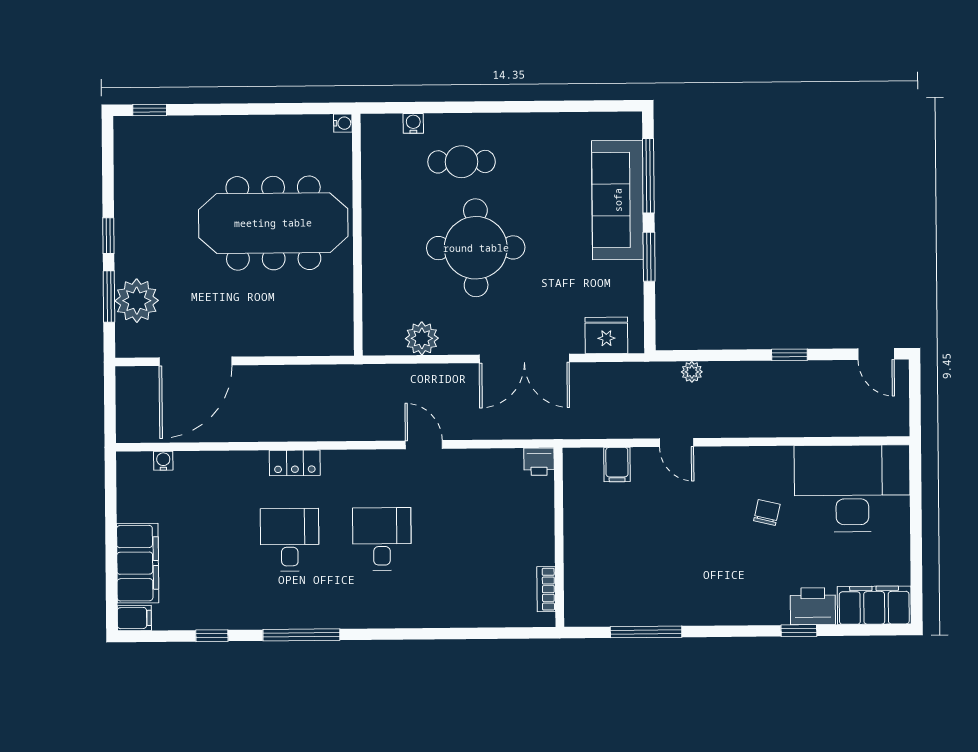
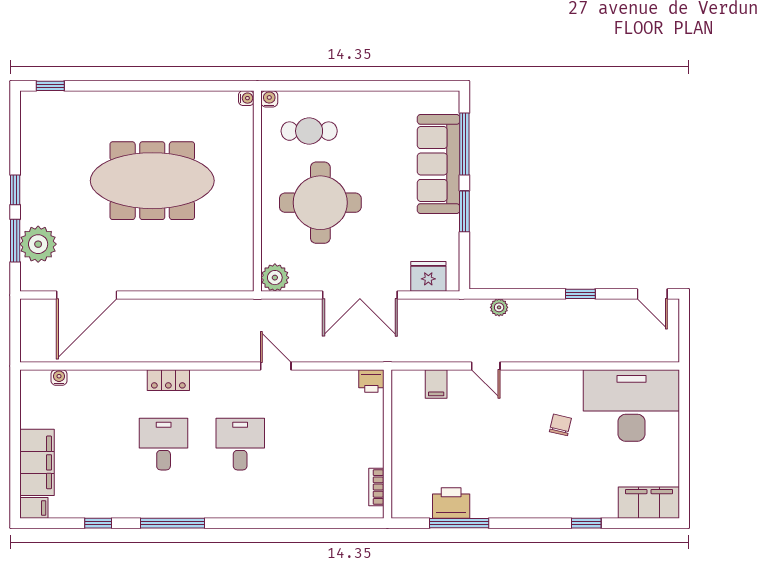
water cooler: (343, 123) -> (246, 98), moved
wall: (357, 235) -> (257, 191), moved
printer: (813, 606) -> (451, 503), moved

